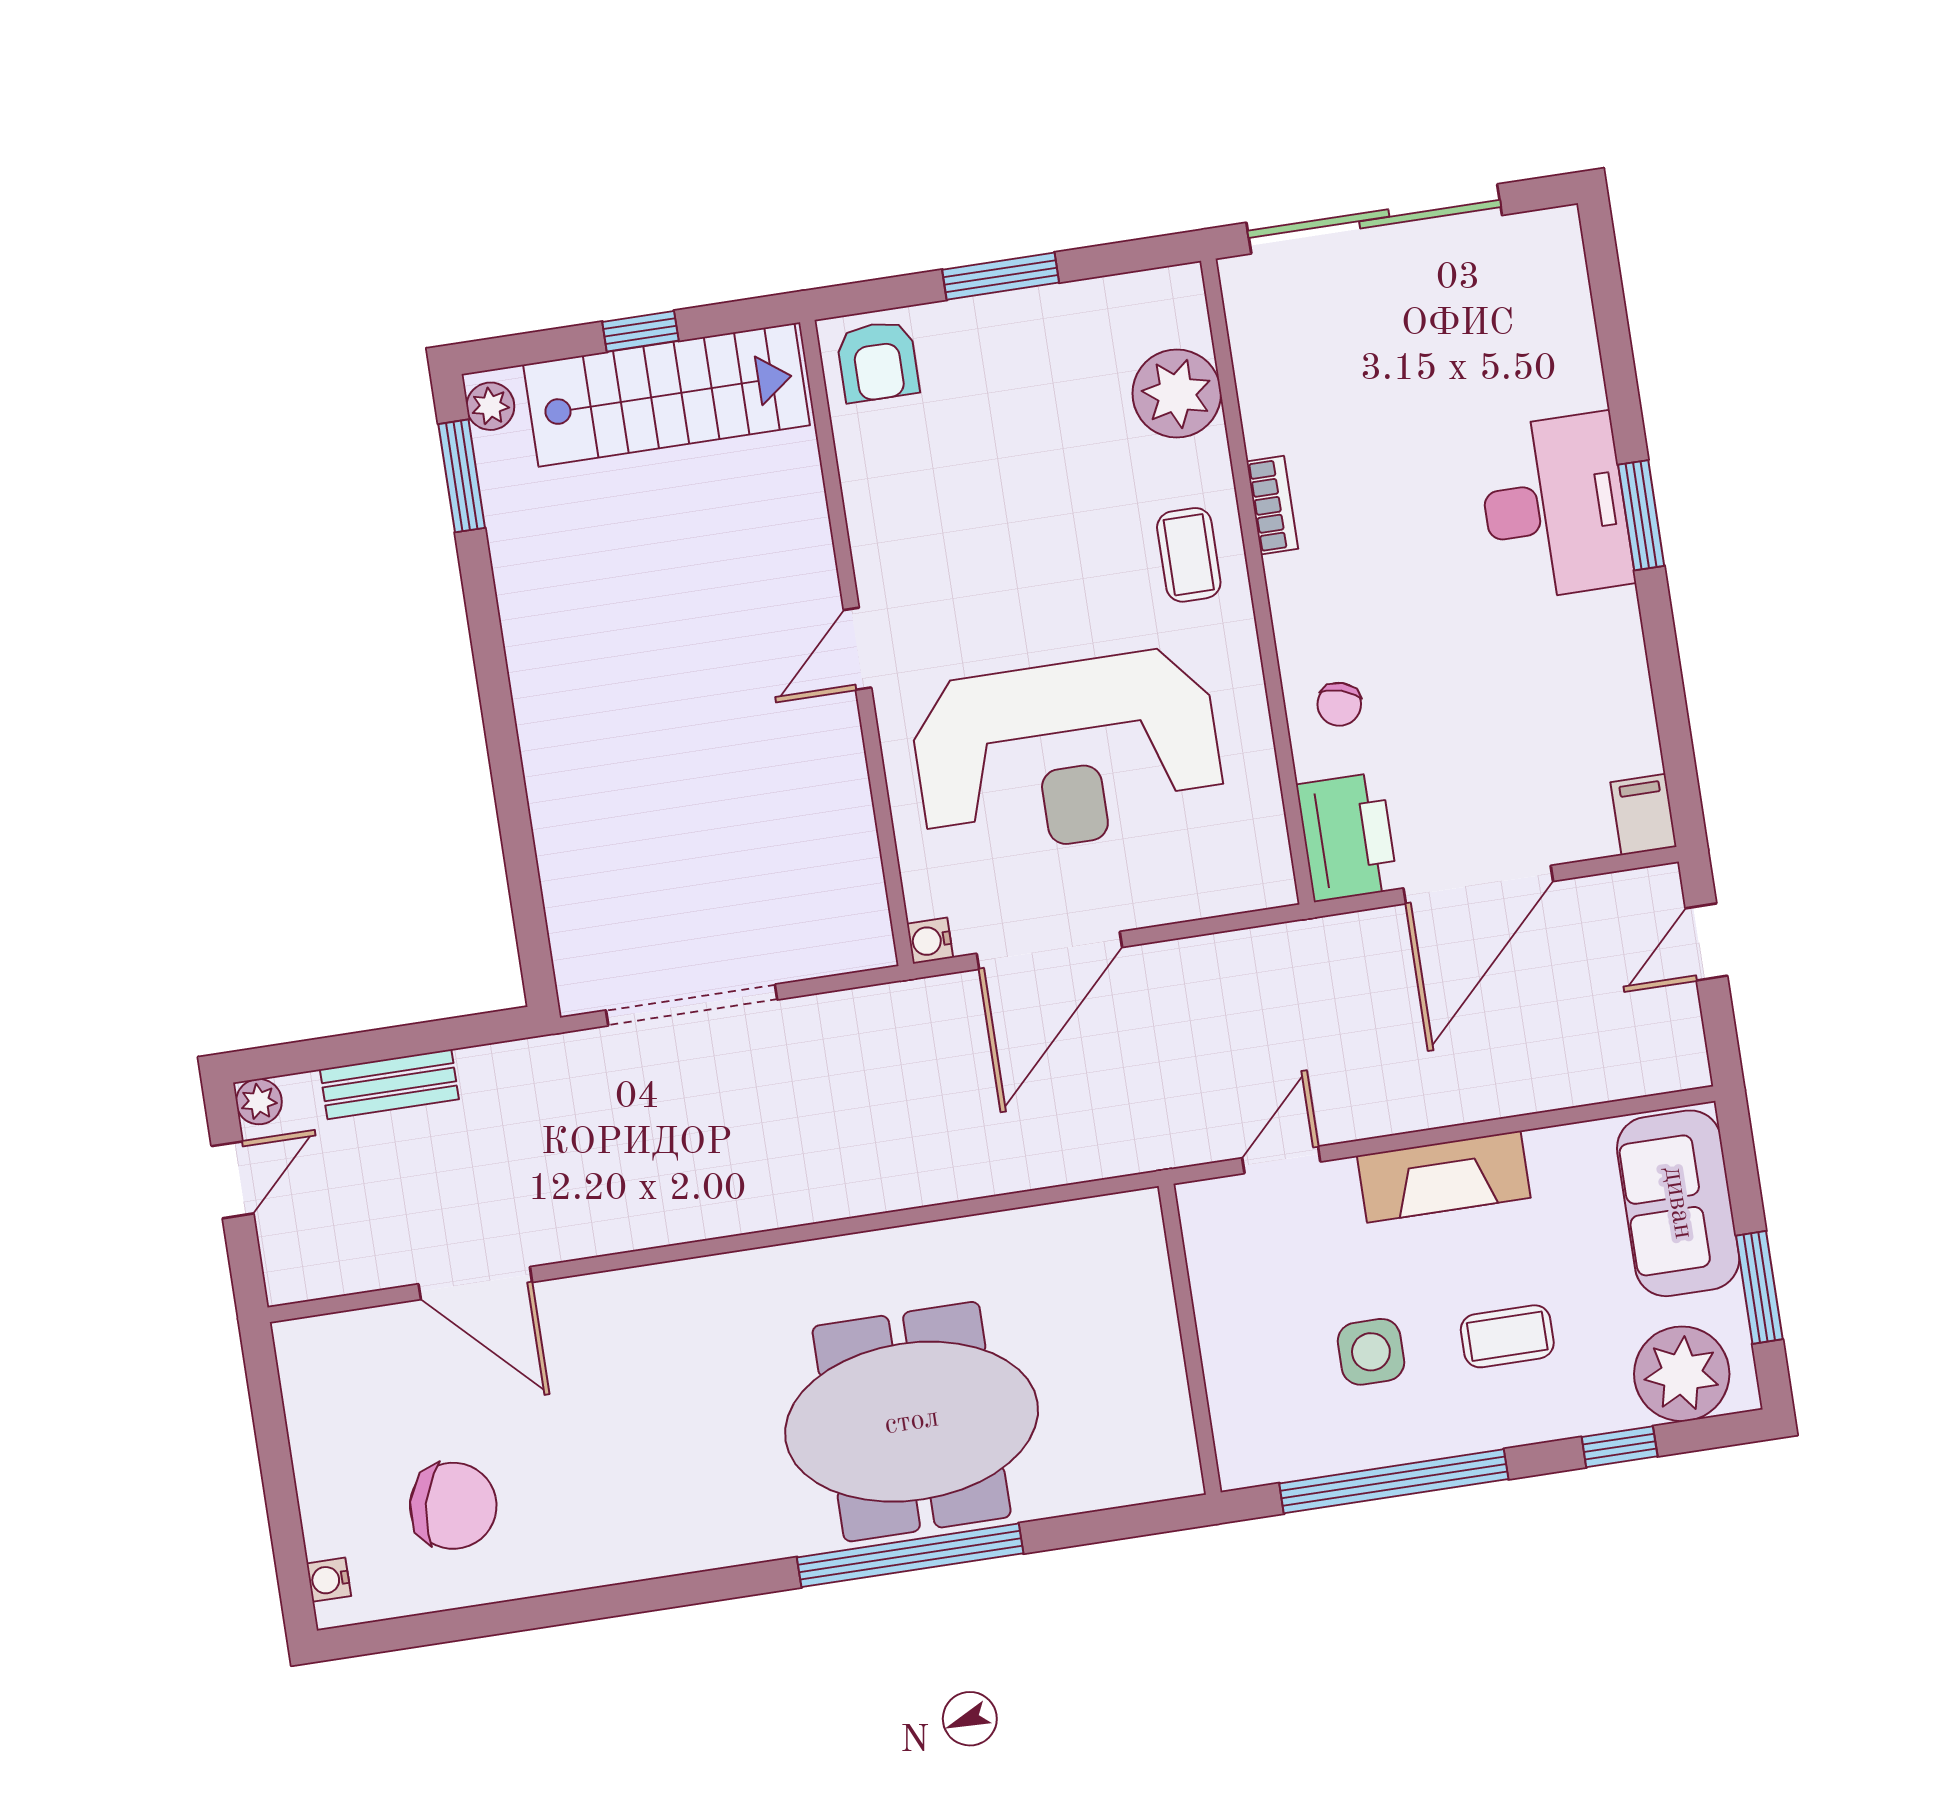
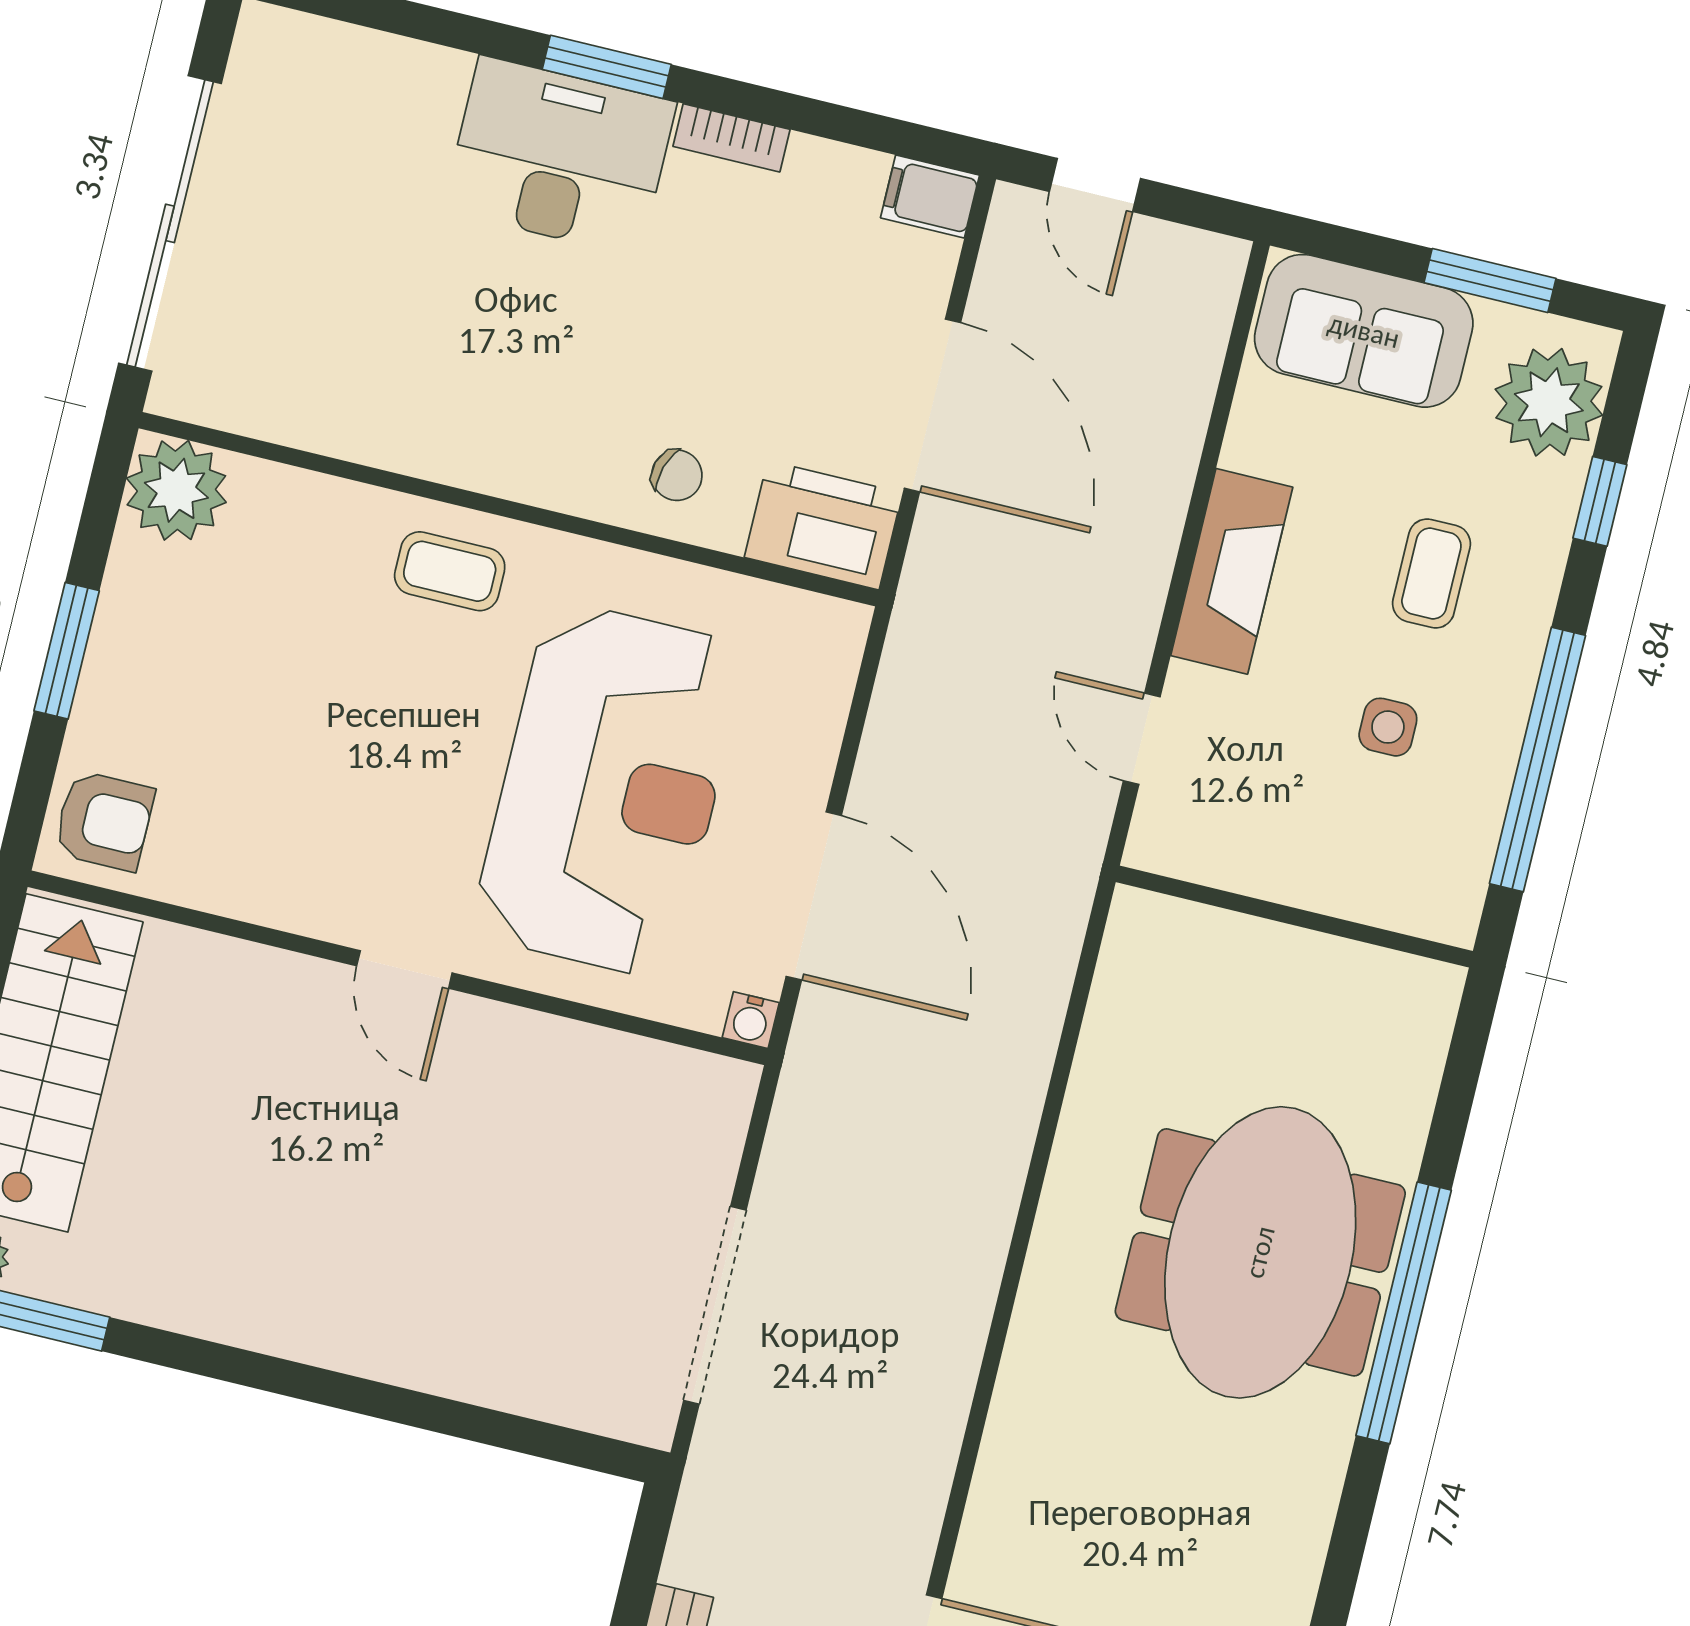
plant: (1177, 394) -> (176, 490), moved
bookcase: (1272, 505) -> (731, 138), moved, turned 180
side table: (1371, 1352) -> (1388, 727), width x0.73, depth x0.73

